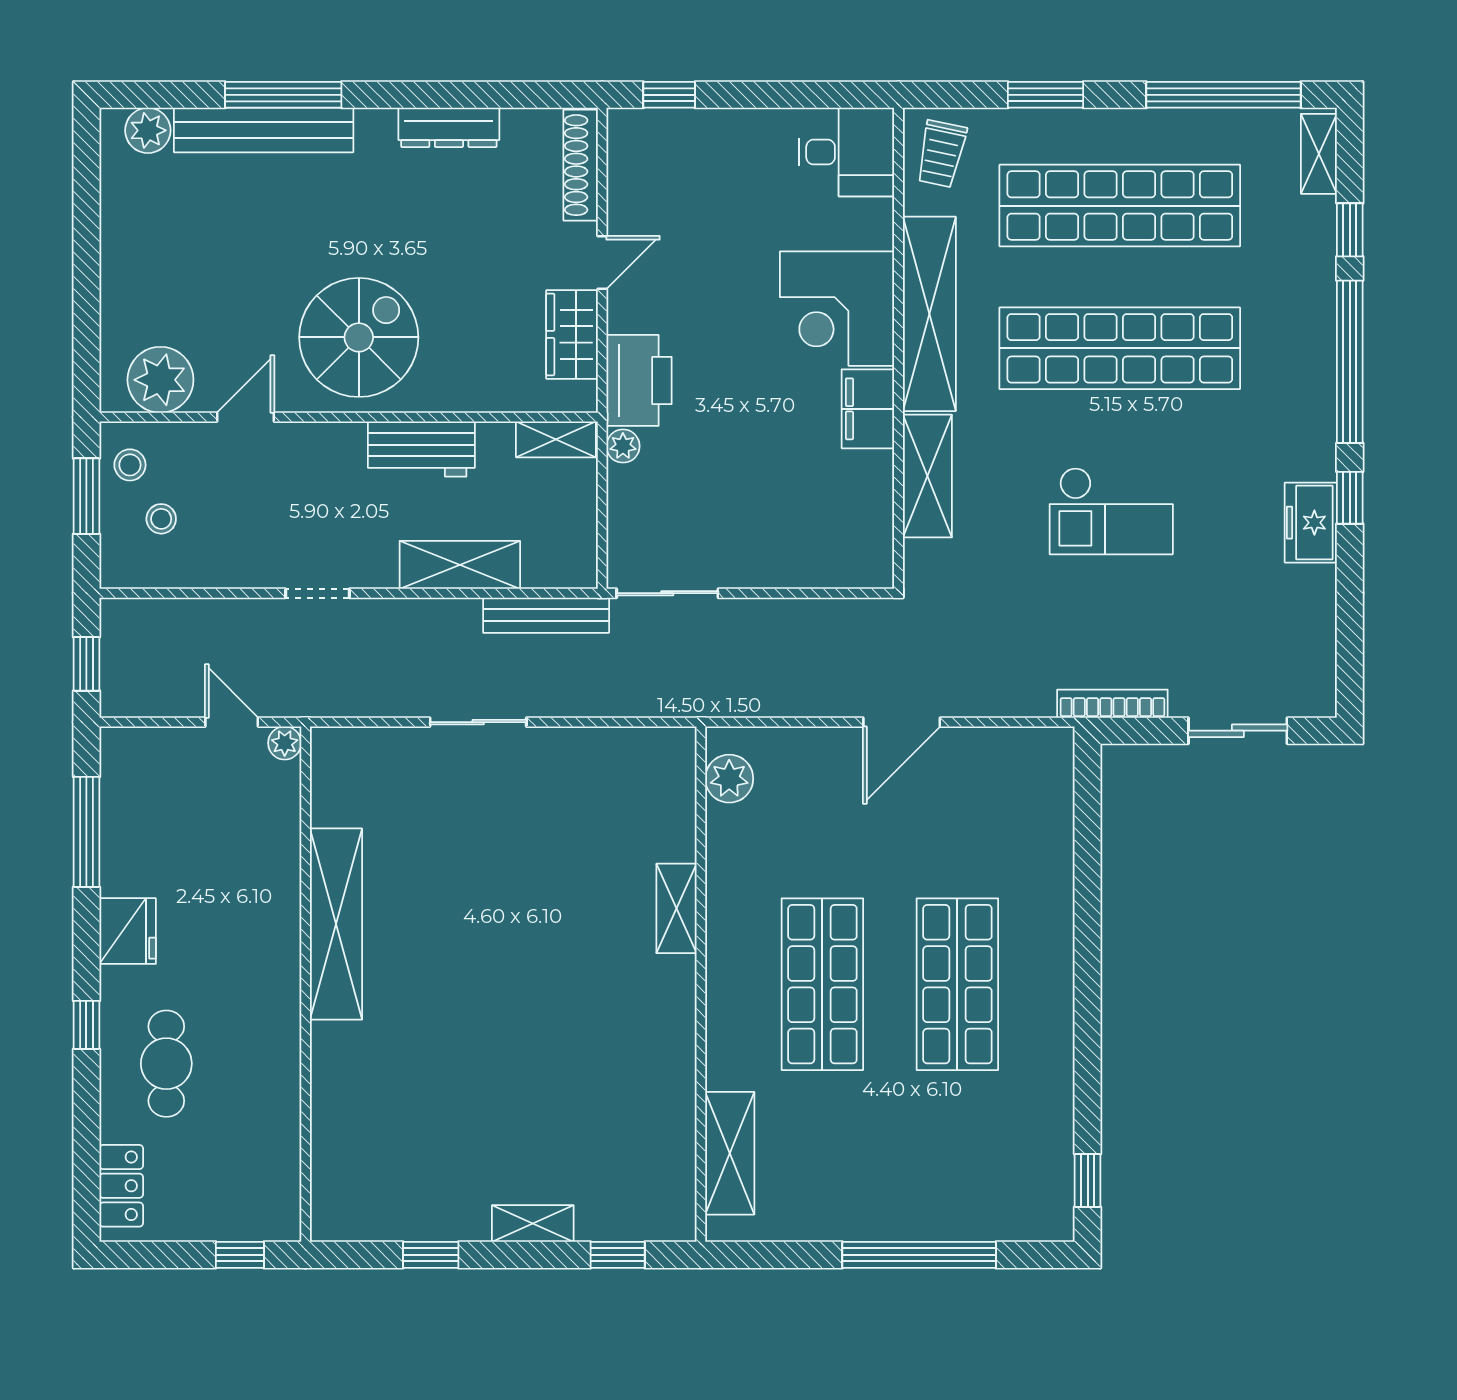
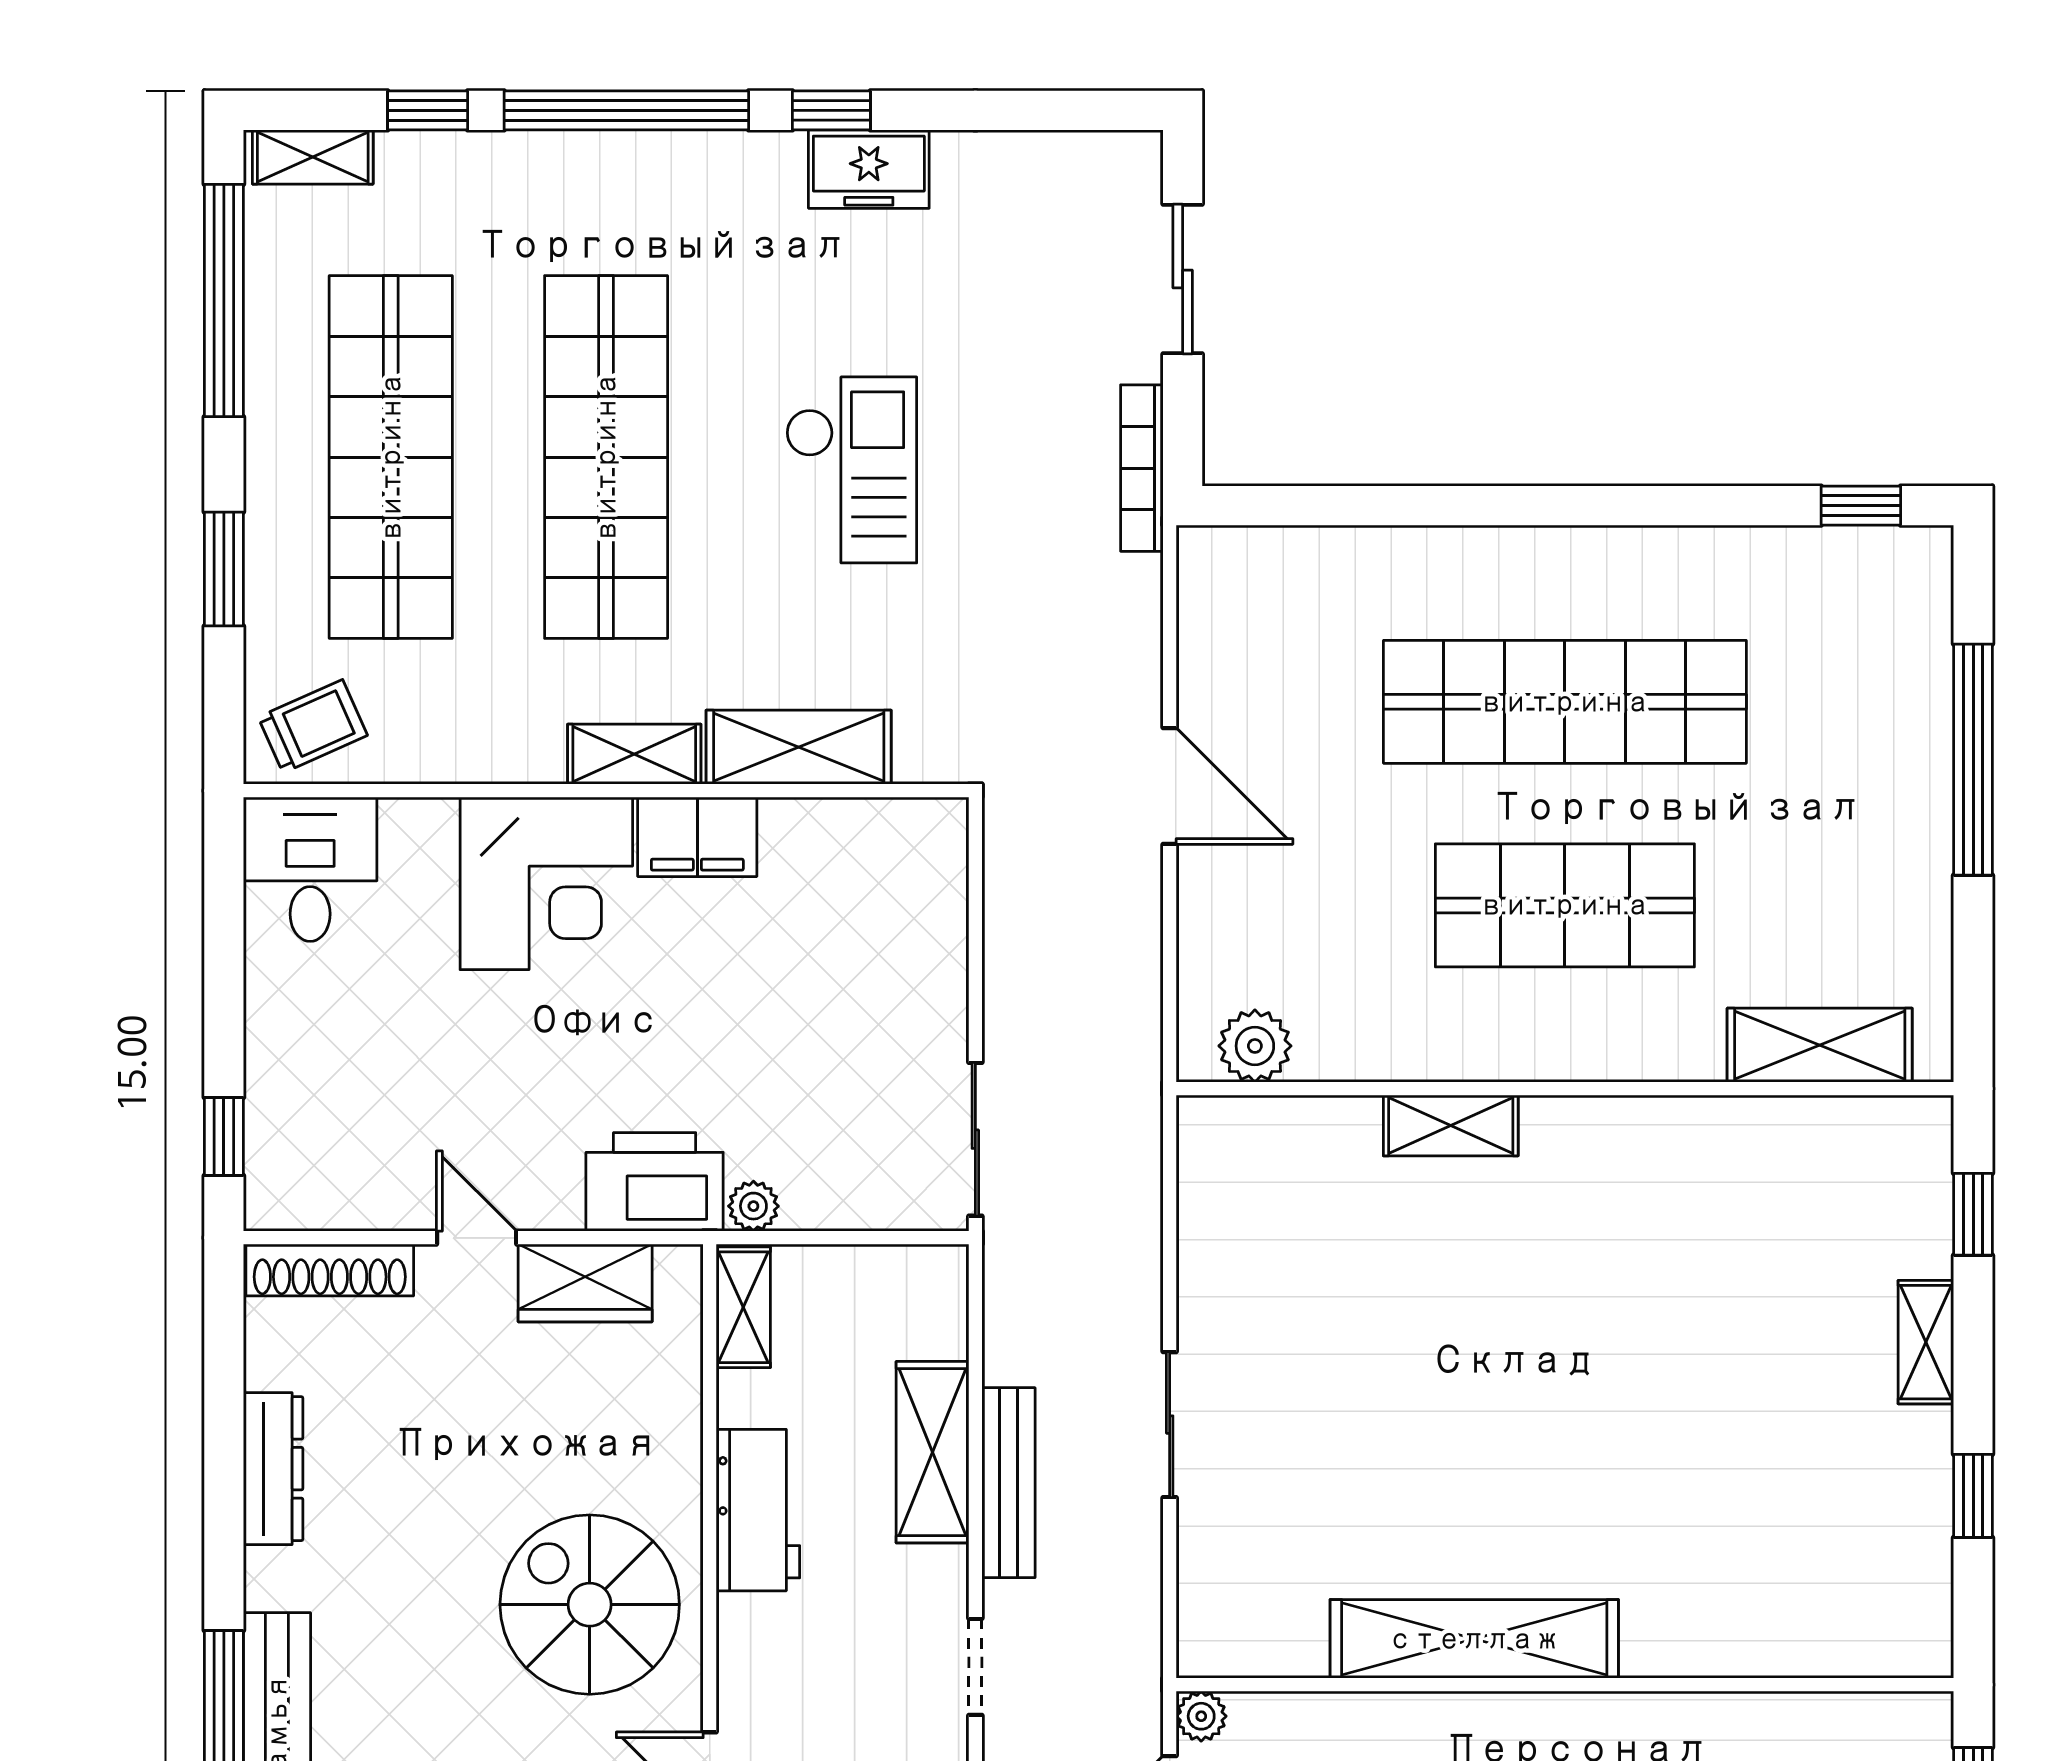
trolley: (941, 154) -> (313, 726), turned -36
shelving: (929, 314) -> (634, 754), width x0.45, depth x0.75
bench: (546, 615) -> (1008, 1483), moved
shop shelf: (957, 984) -> (1565, 702), width x1.40

